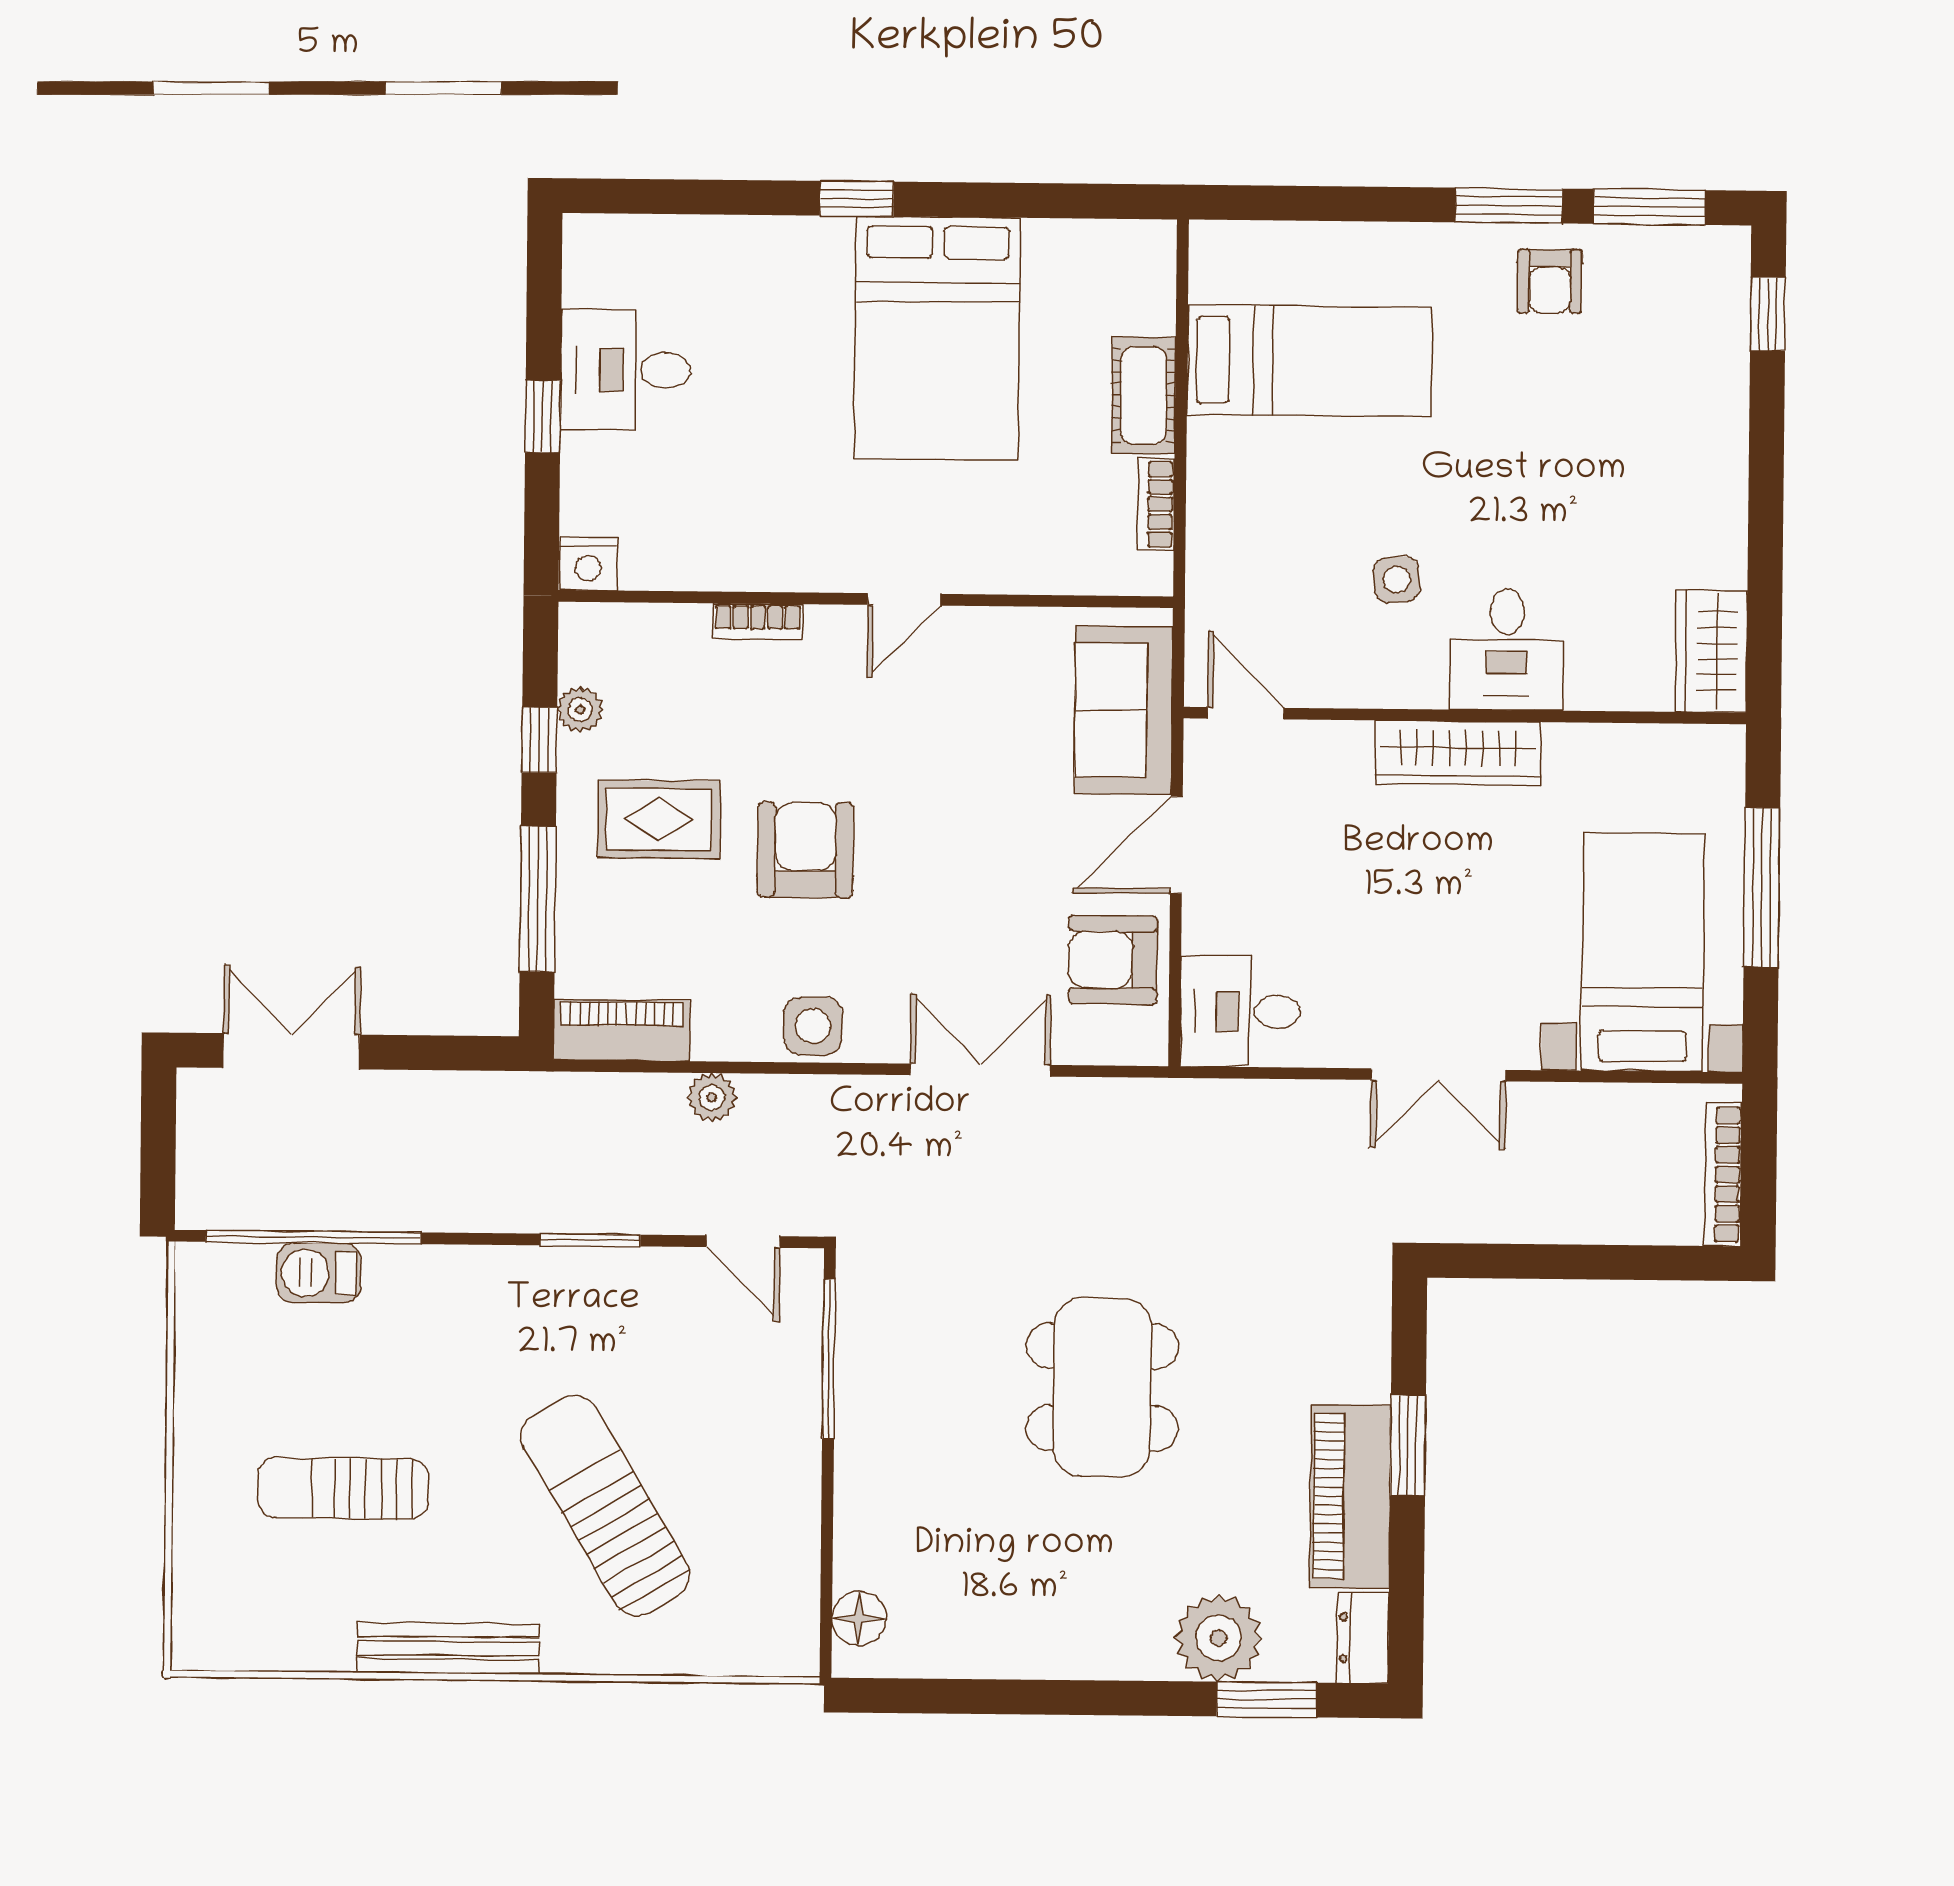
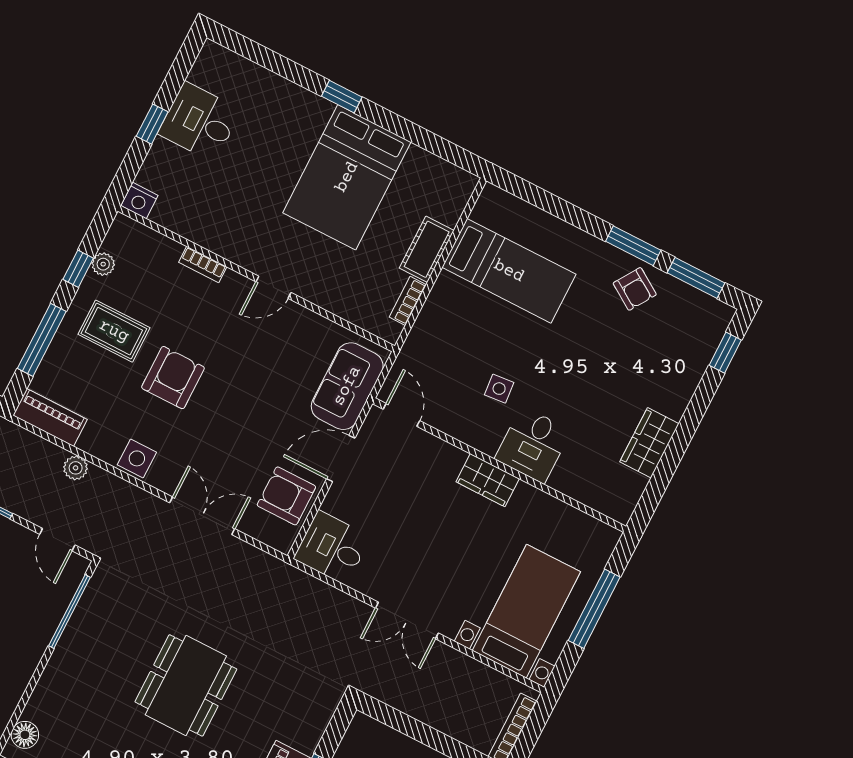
armchair: (1550, 281) -> (635, 289), turned -57
wardrobe: (1712, 651) -> (649, 443), moved
wardrobe: (1458, 753) -> (488, 480), width x0.67

